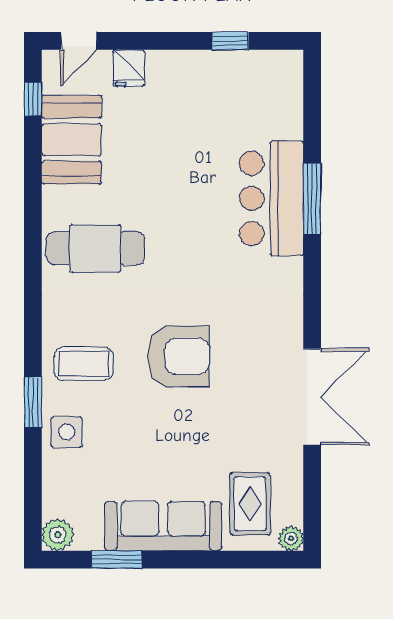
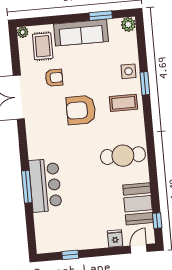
armchair: (231, 433) -> (54, 78), added

